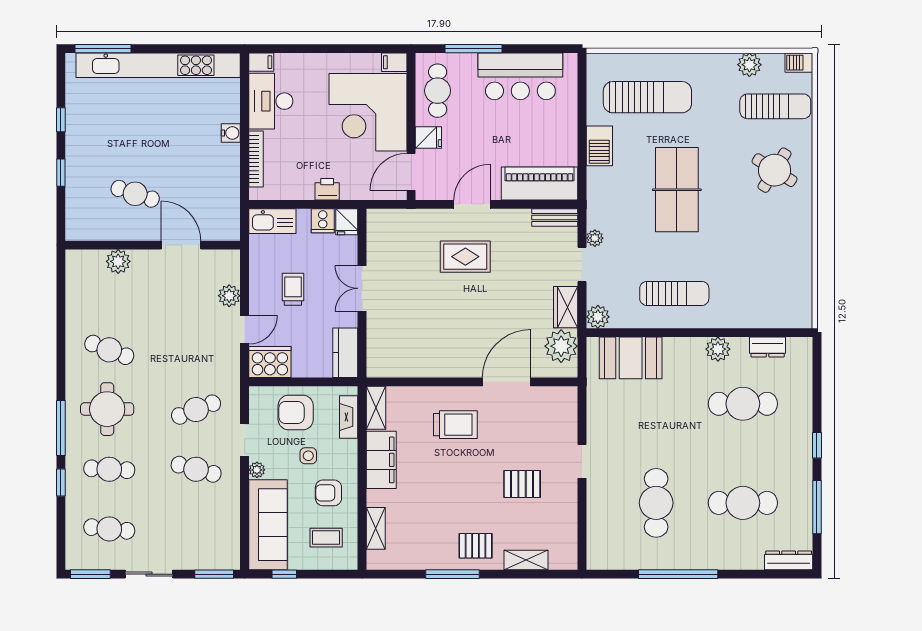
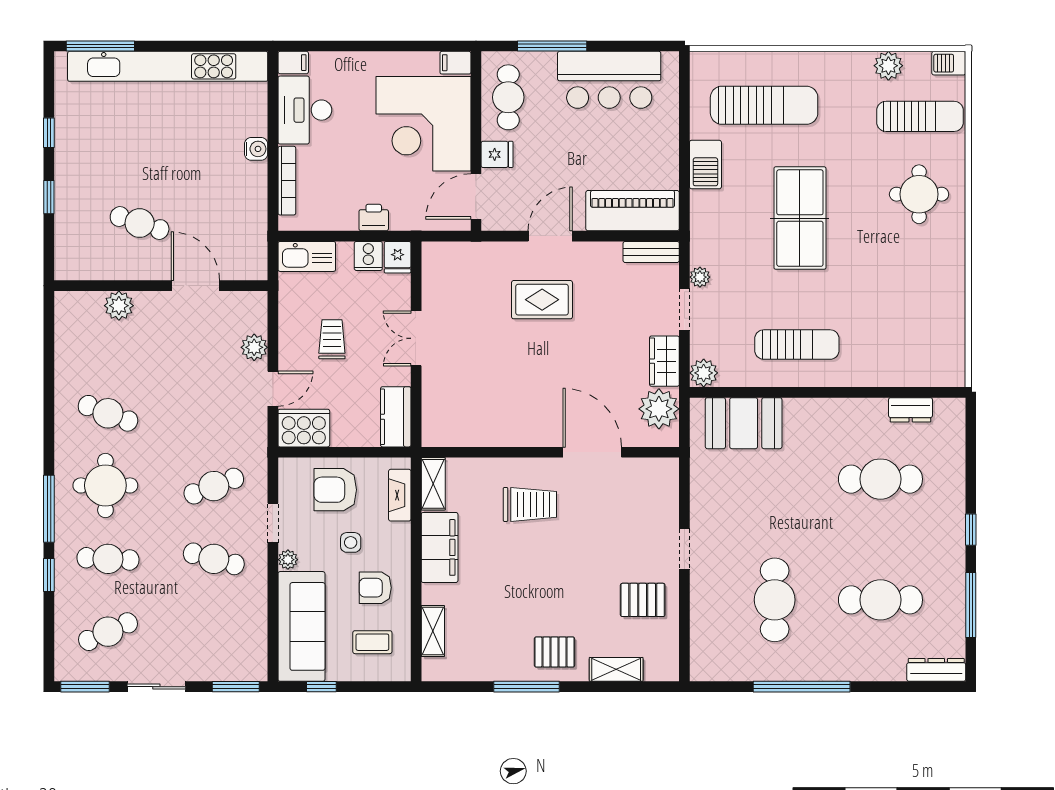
round table: (775, 170) -> (919, 194), turned -32
plant: (718, 349) -> (850, 412), removed
door: (506, 382) -> (592, 452), hinge flipped
pallet: (522, 484) -> (643, 600), moved
cafe table: (109, 529) -> (108, 632), turned -30

